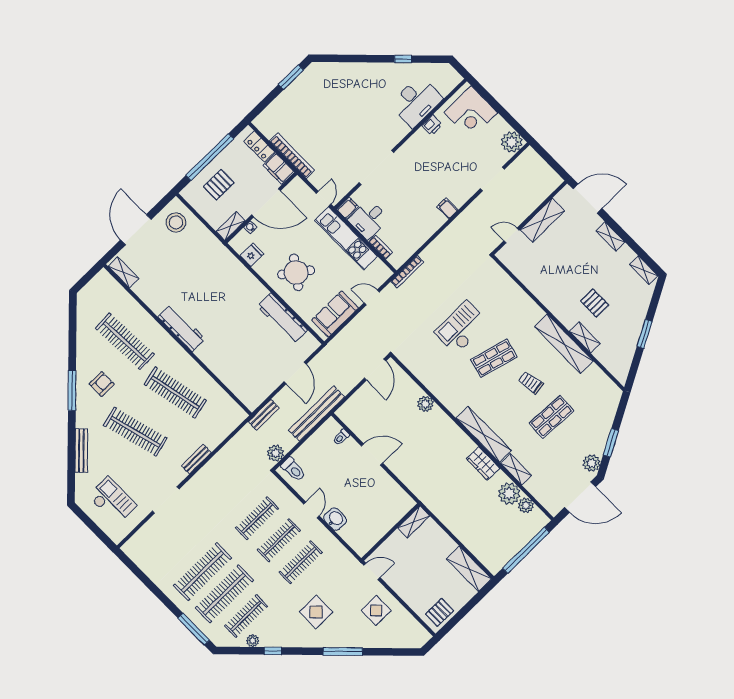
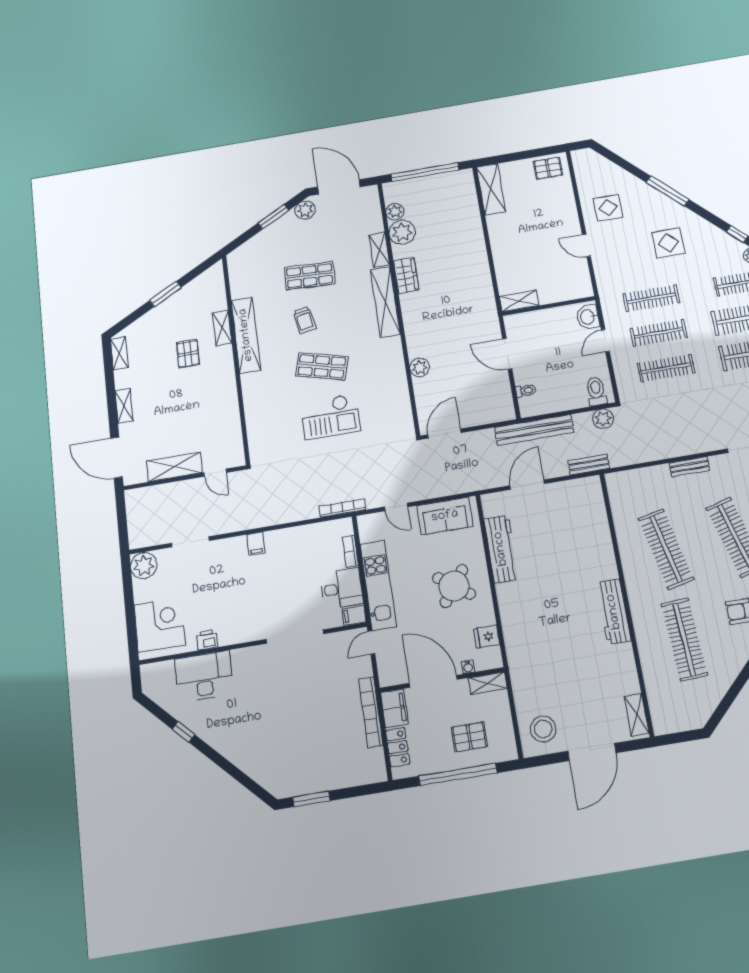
shelving: (414, 522) -> (519, 301), moved
wall: (391, 532) -> (549, 306), moved

